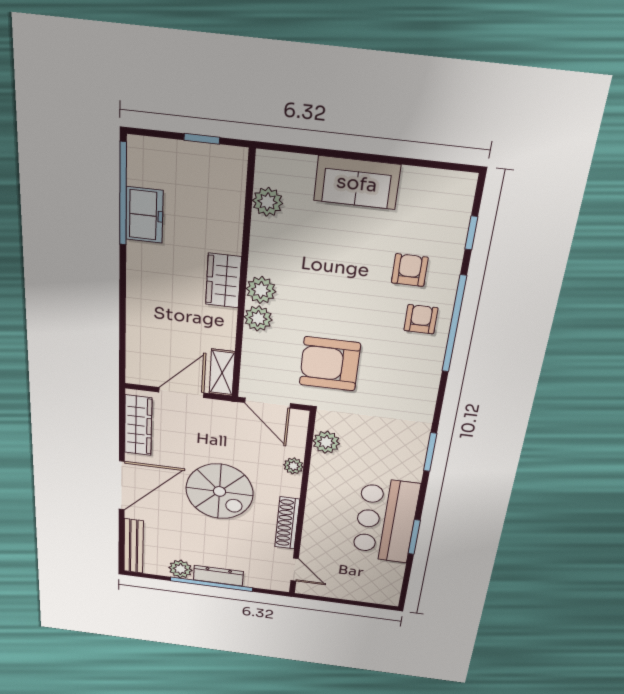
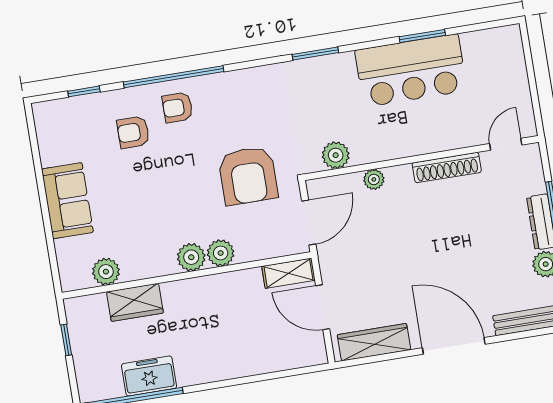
wardrobe: (223, 281) -> (135, 302), moved
spiral stairs: (219, 491) -> (429, 245), removed

